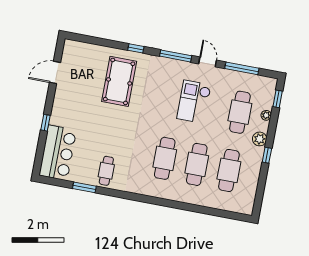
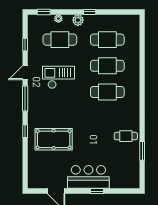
window: (242, 68) -> (25, 45), width x0.46
checkout: (194, 102) -> (58, 77), turned 180
bar counter: (58, 153) -> (88, 177), moved

